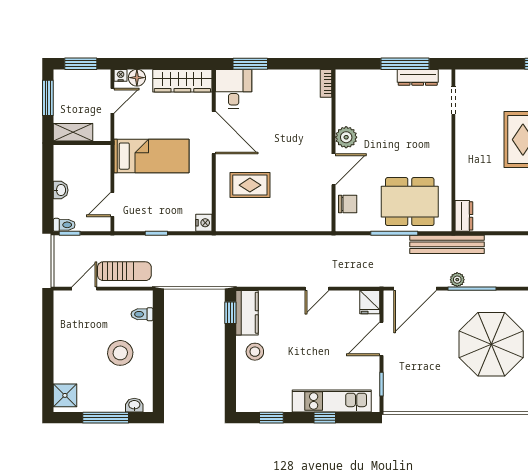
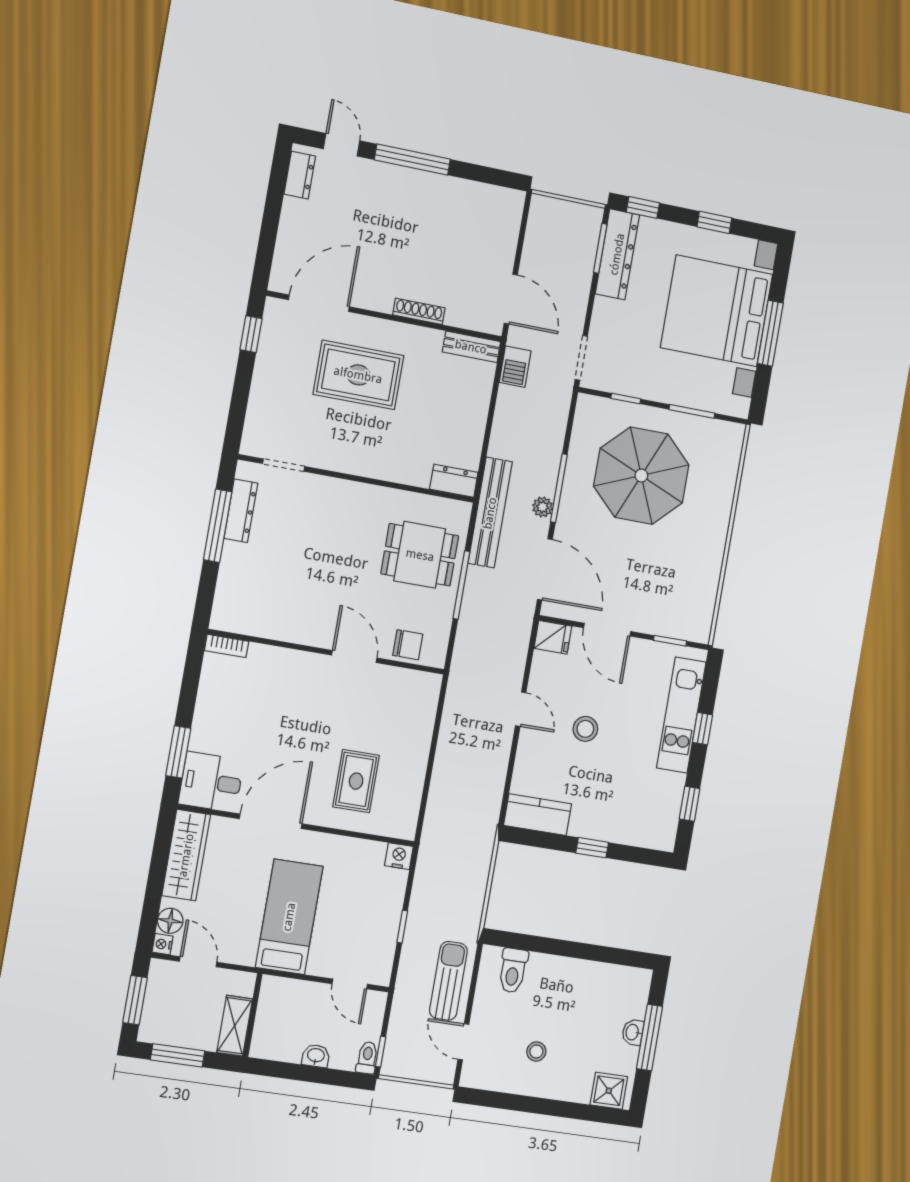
plant: (346, 137) -> (311, 630), removed
dining table: (410, 202) -> (420, 555), width x0.73
chair: (348, 204) -> (408, 645), turned 90
window: (230, 313) -> (592, 848), moved
toilet: (142, 314) -> (513, 971), width x1.37, depth x1.39
stool: (255, 352) -> (585, 729), moved
stool: (120, 353) -> (536, 1051), moved, width x0.53, depth x0.53
washbasin: (134, 405) -> (633, 1032), moved

